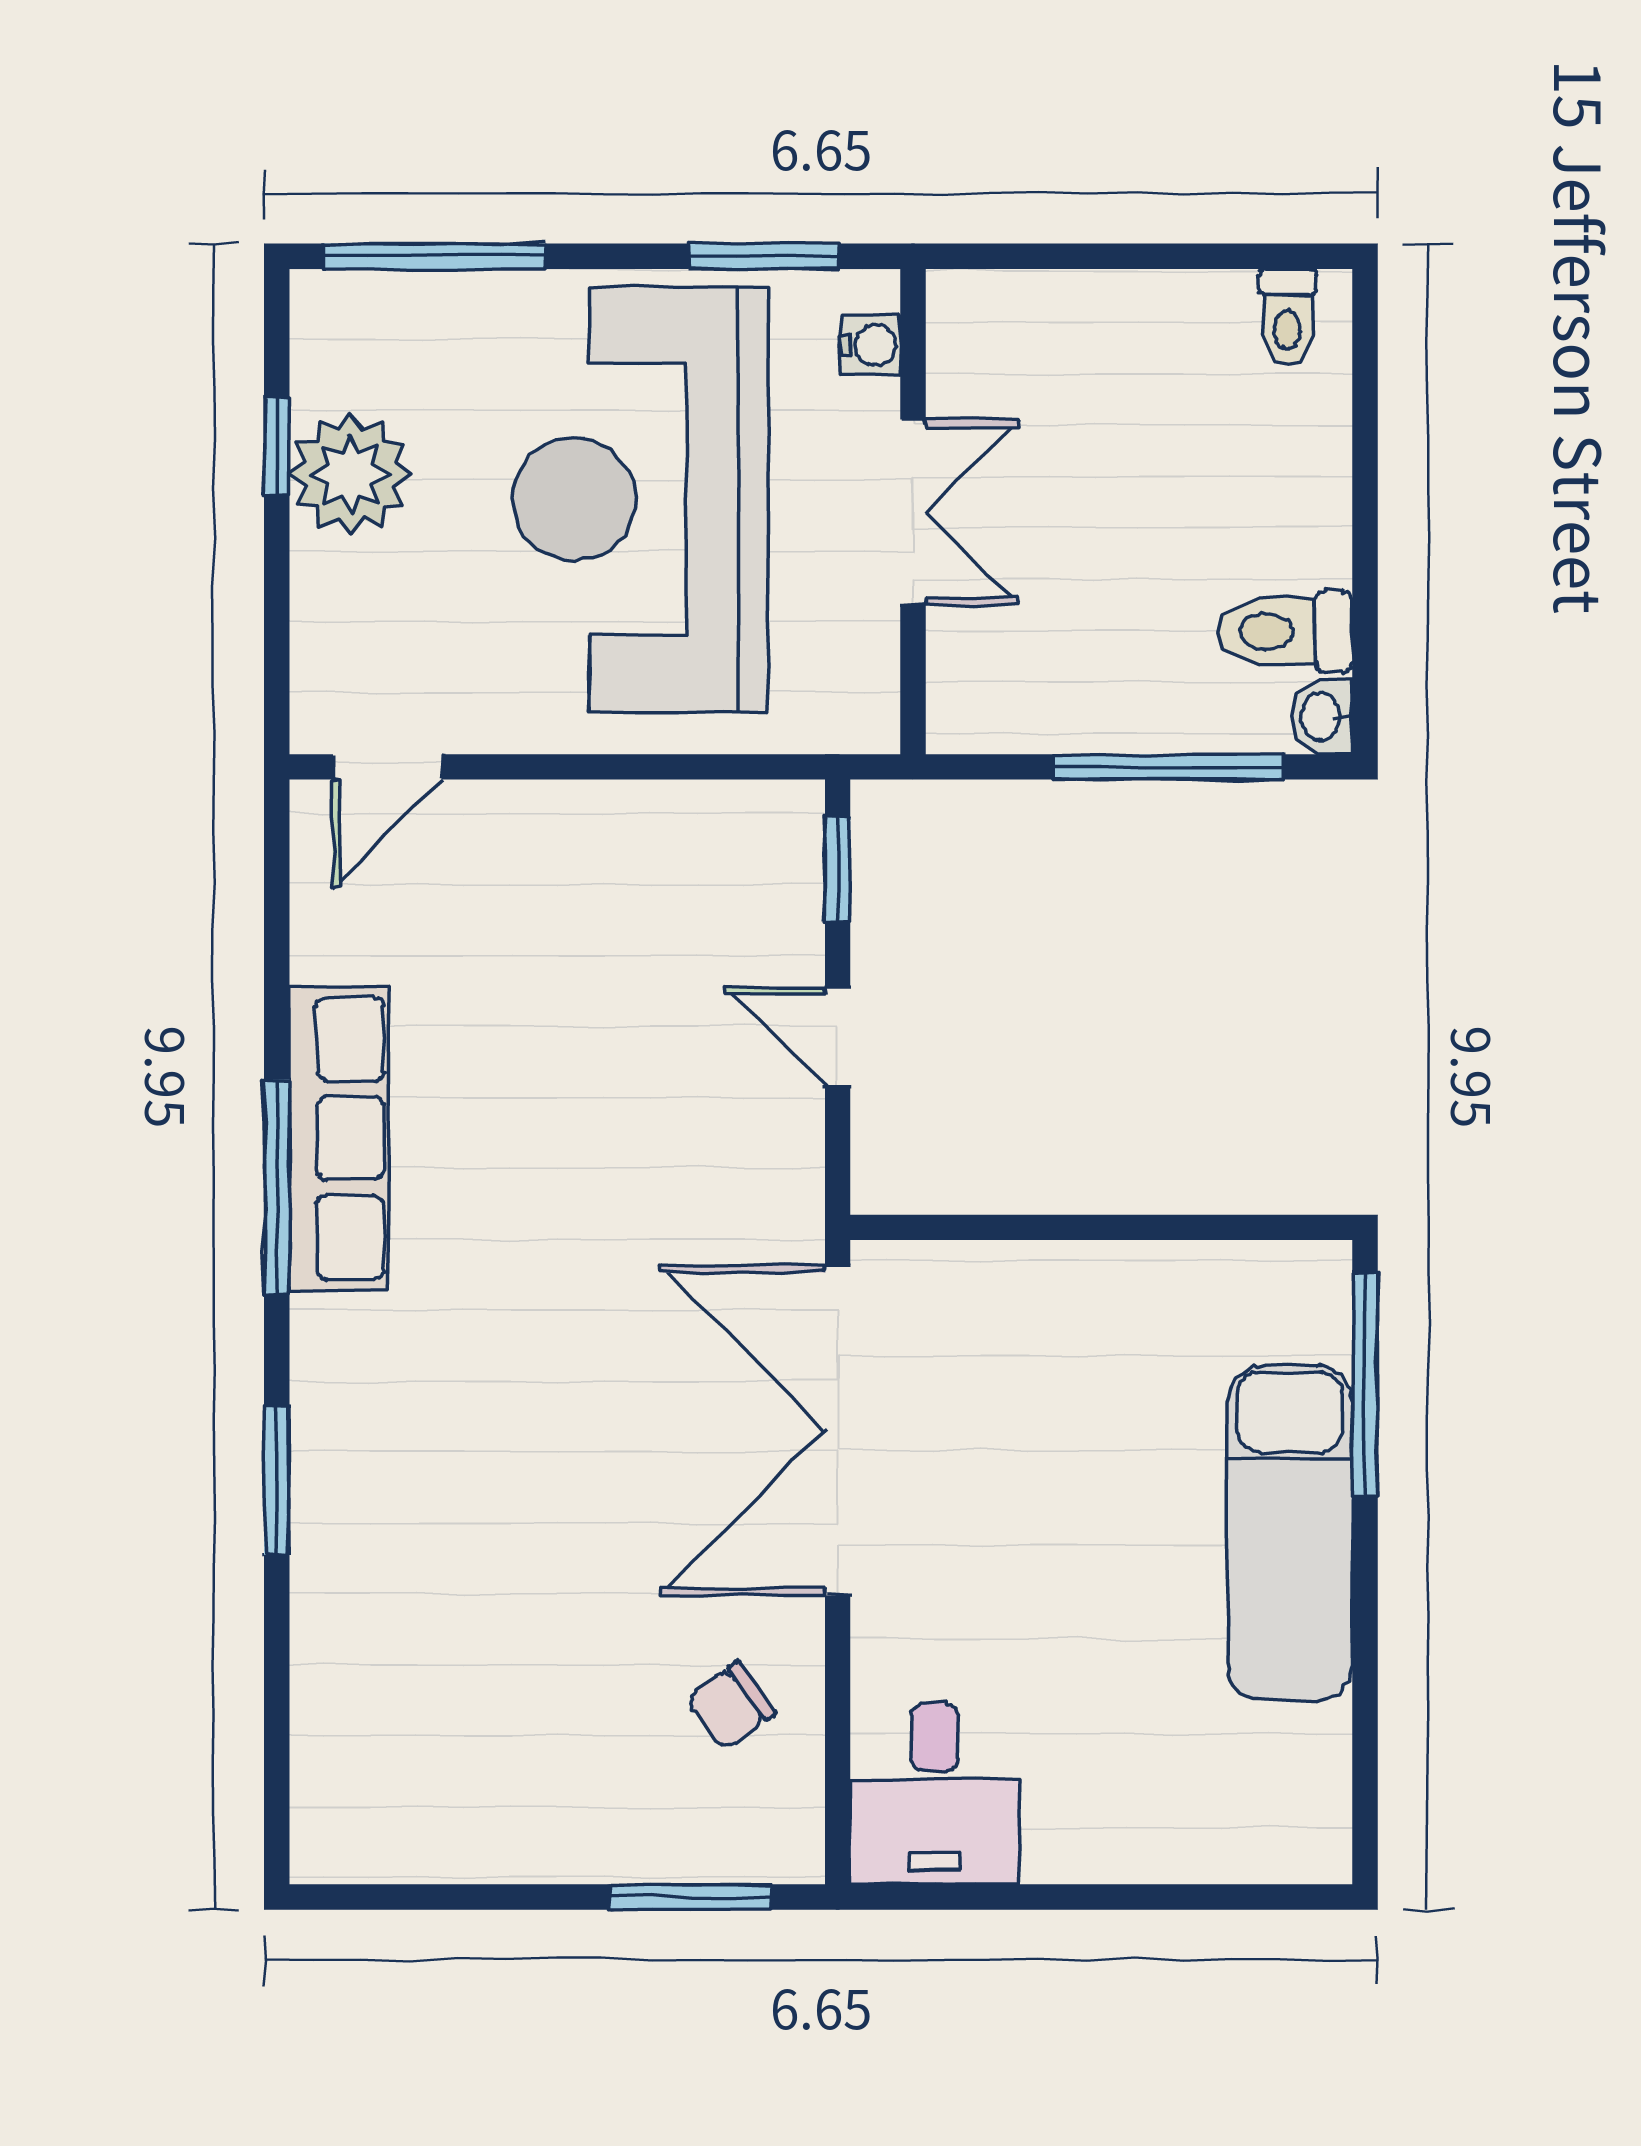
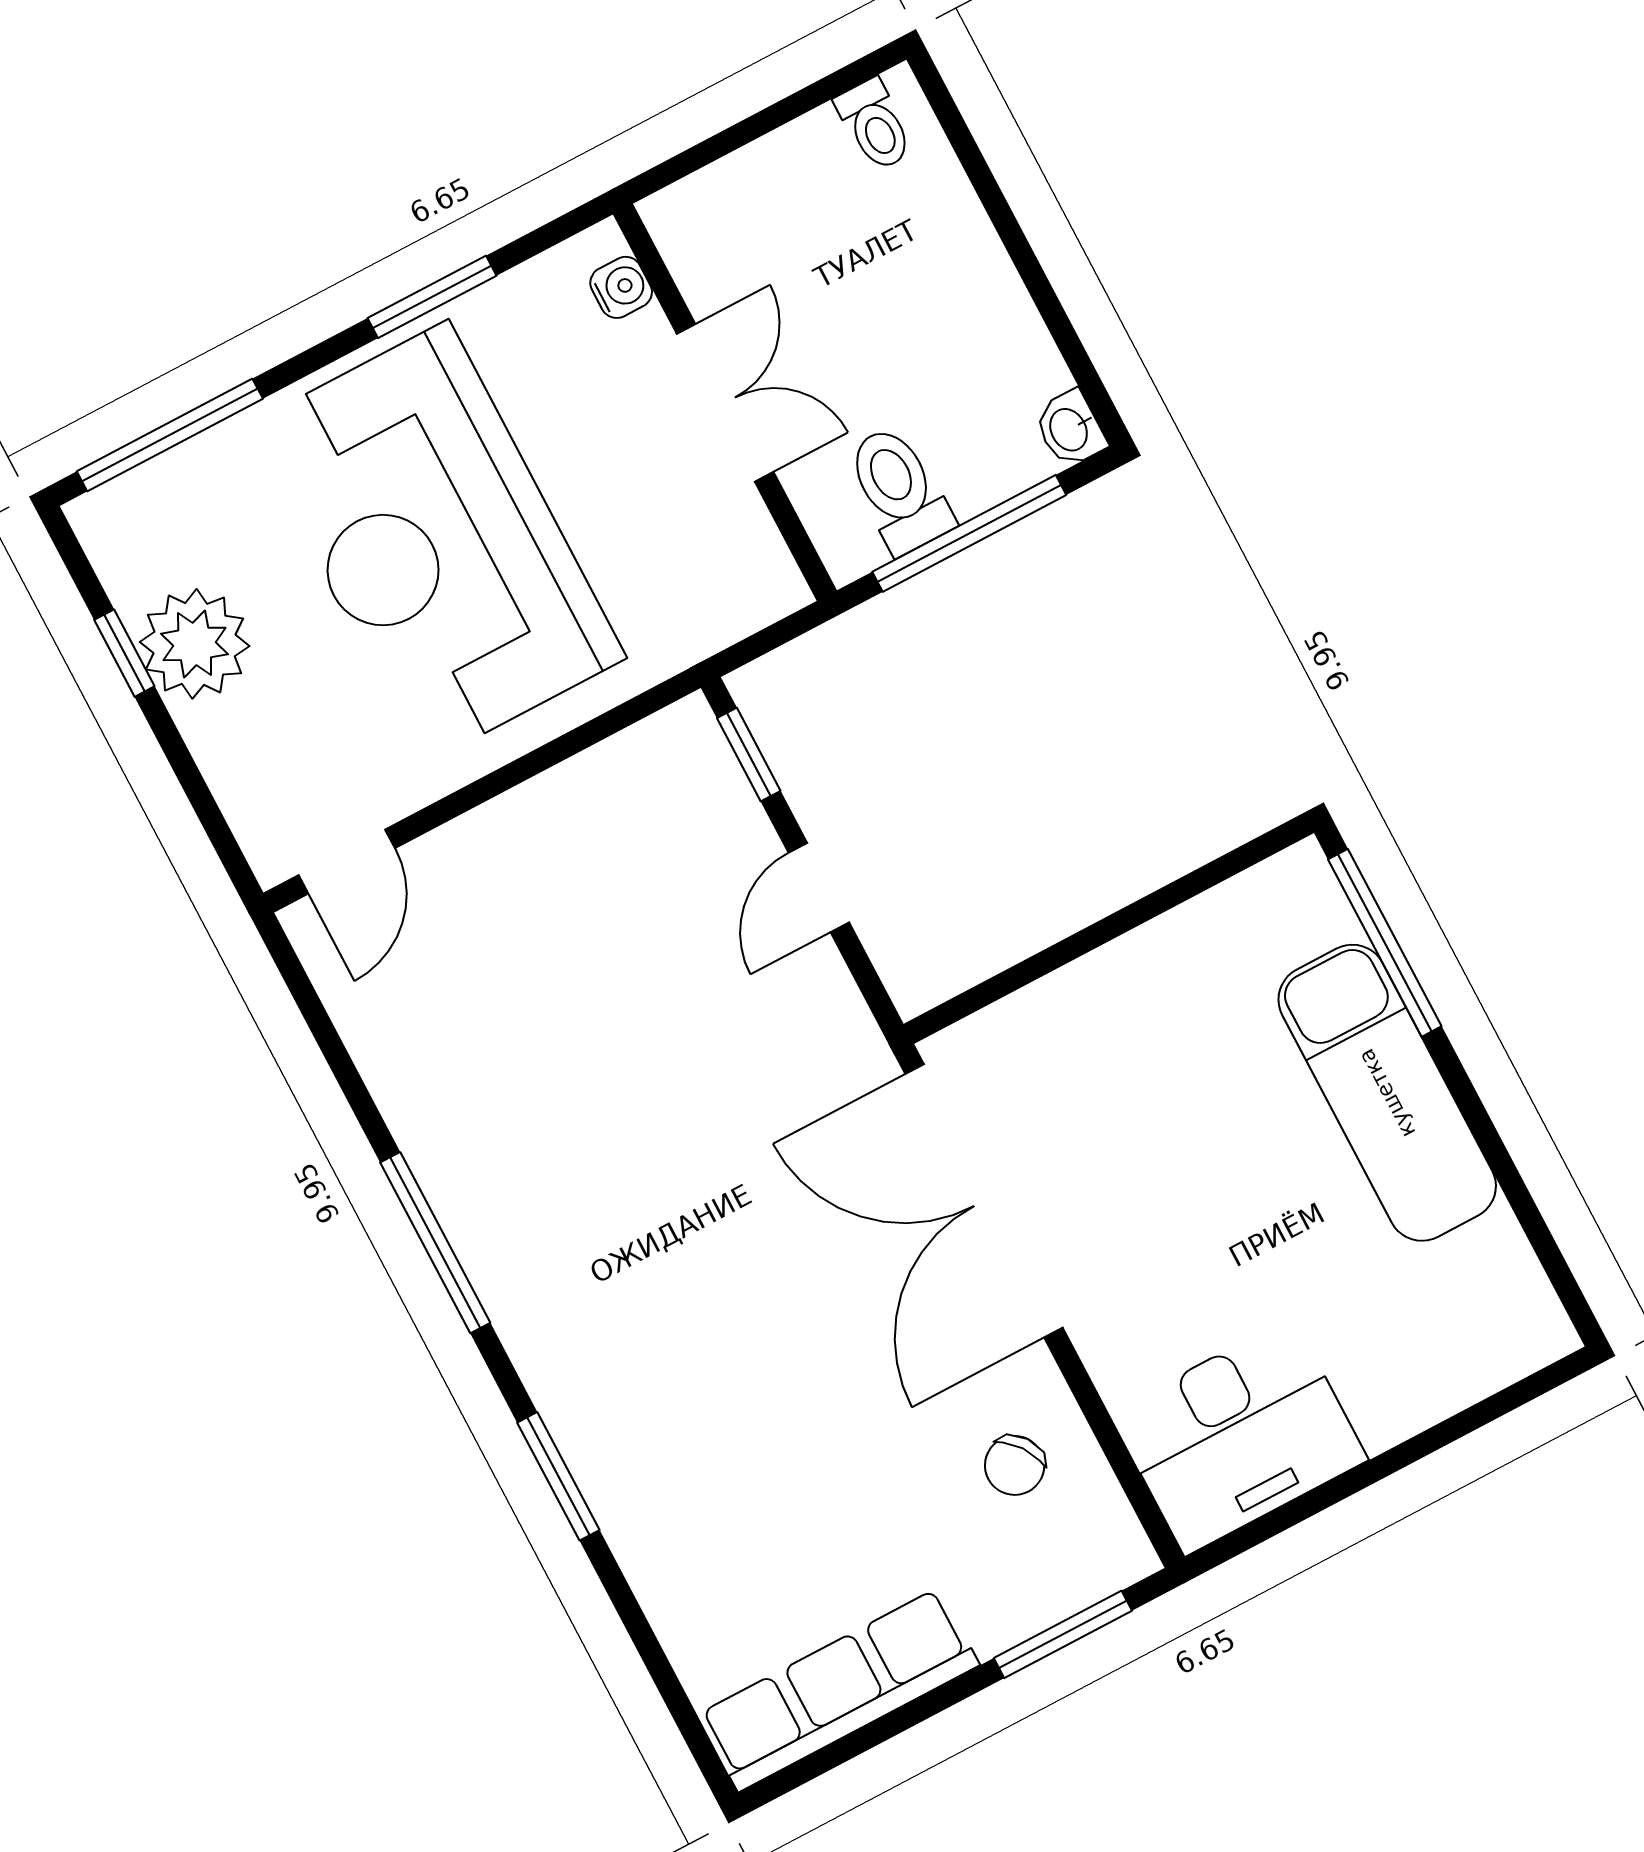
water cooler: (871, 345) -> (621, 287), moved
double door: (913, 512) -> (725, 403), moved
wall: (913, 512) -> (725, 402), moved
toilet: (1285, 631) -> (899, 490), moved, turned 90
door: (838, 1037) -> (819, 888), hinge flipped
row of seats: (339, 1138) -> (838, 1690), moved, turned -90
desk: (934, 1794) -> (1239, 1436), width x1.37

